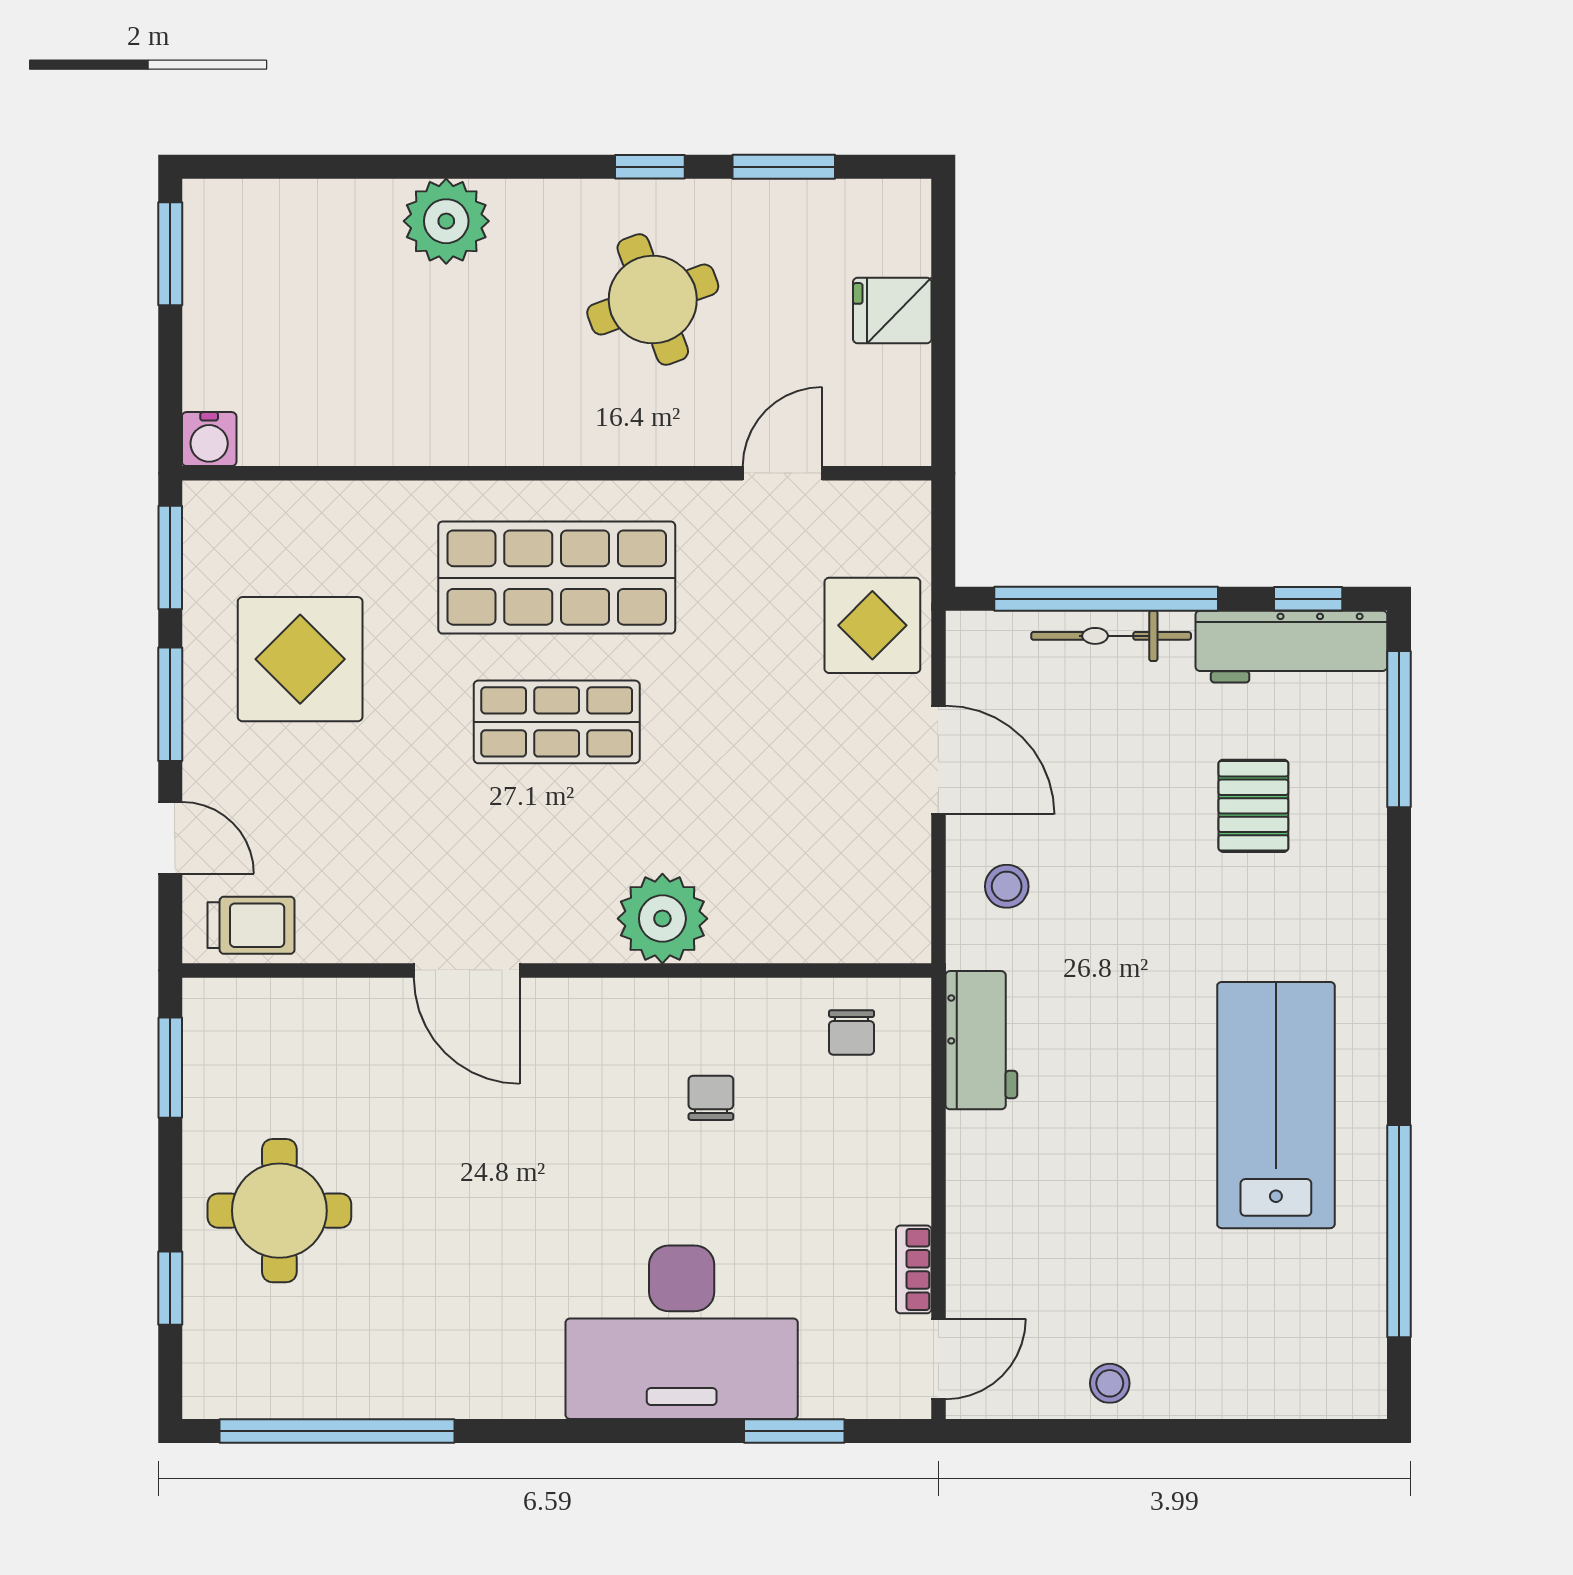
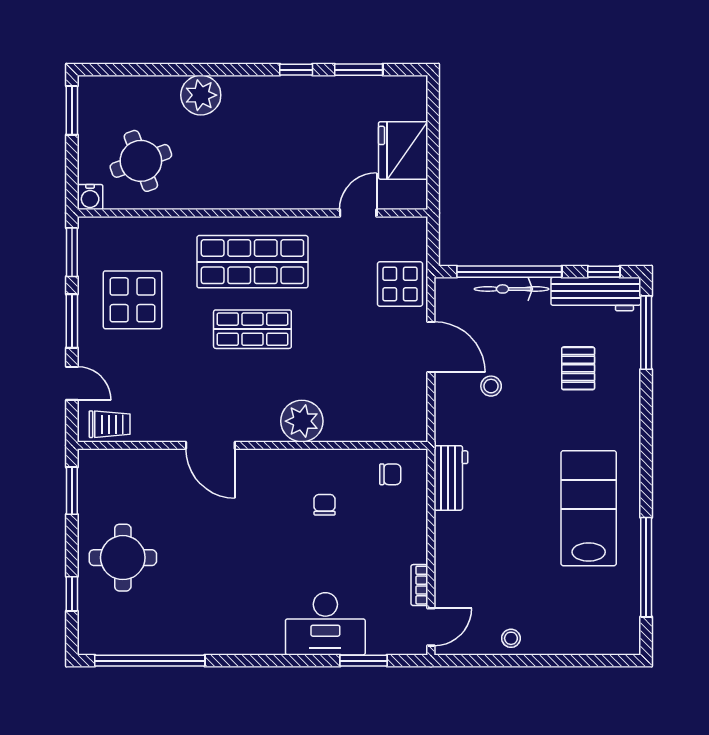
round table: (653, 300) -> (141, 161), moved
fridge: (892, 311) -> (403, 150), width x1.88, depth x1.34
stool: (1007, 886) -> (491, 386), moved
chair: (852, 1032) -> (390, 474), turned -90
desk: (682, 1332) -> (325, 624), width x0.73, depth x0.77

